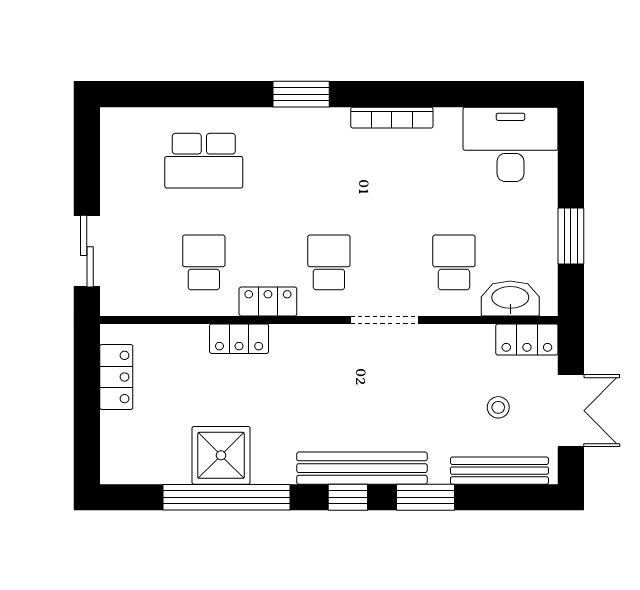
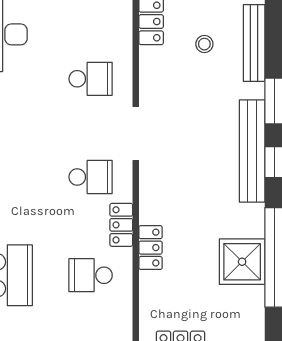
school desk: (329, 262) -> (91, 177), turned 180
school desk: (454, 262) -> (91, 79), turned 180
washbasin: (510, 298) -> (119, 35), removed

